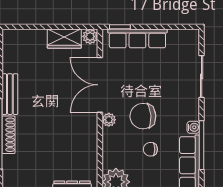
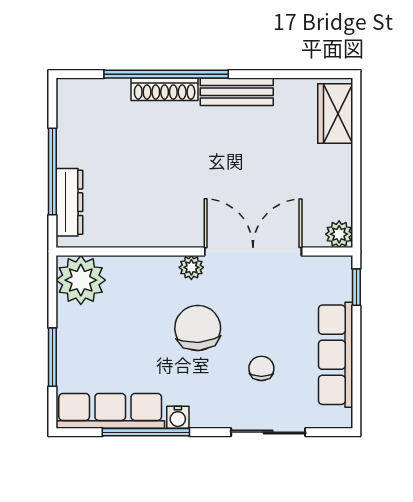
row of seats: (137, 38) -> (336, 355), moved
wardrobe: (64, 39) -> (335, 113), moved
chair: (150, 149) -> (261, 368), moved

